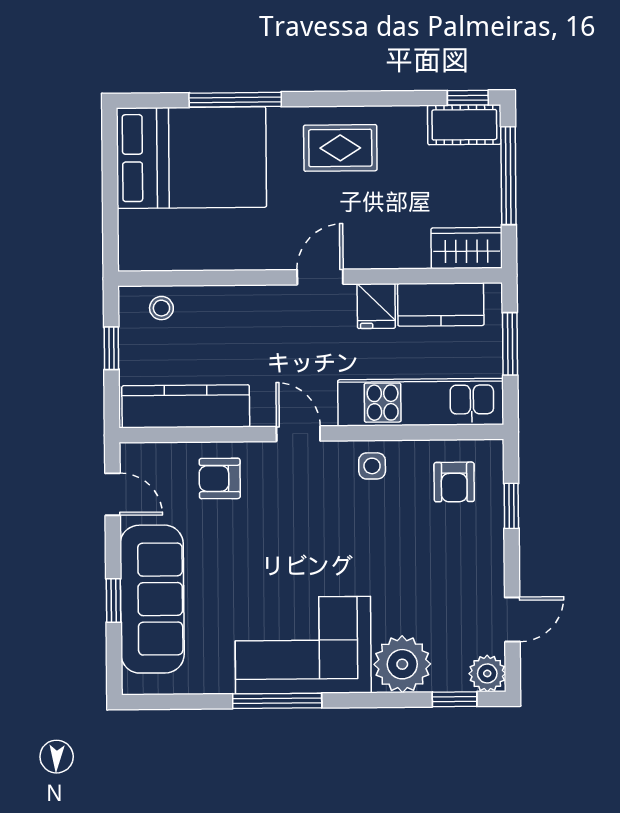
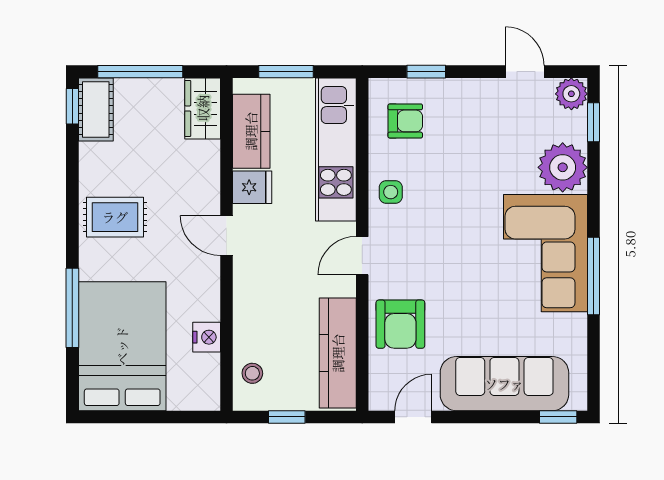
rug: (340, 148) -> (115, 217), turned 90
nightstand: (203, 255) -> (207, 337), added
armchair: (220, 478) -> (400, 324), width x1.38, depth x1.38
window: (114, 600) -> (558, 417), moved

